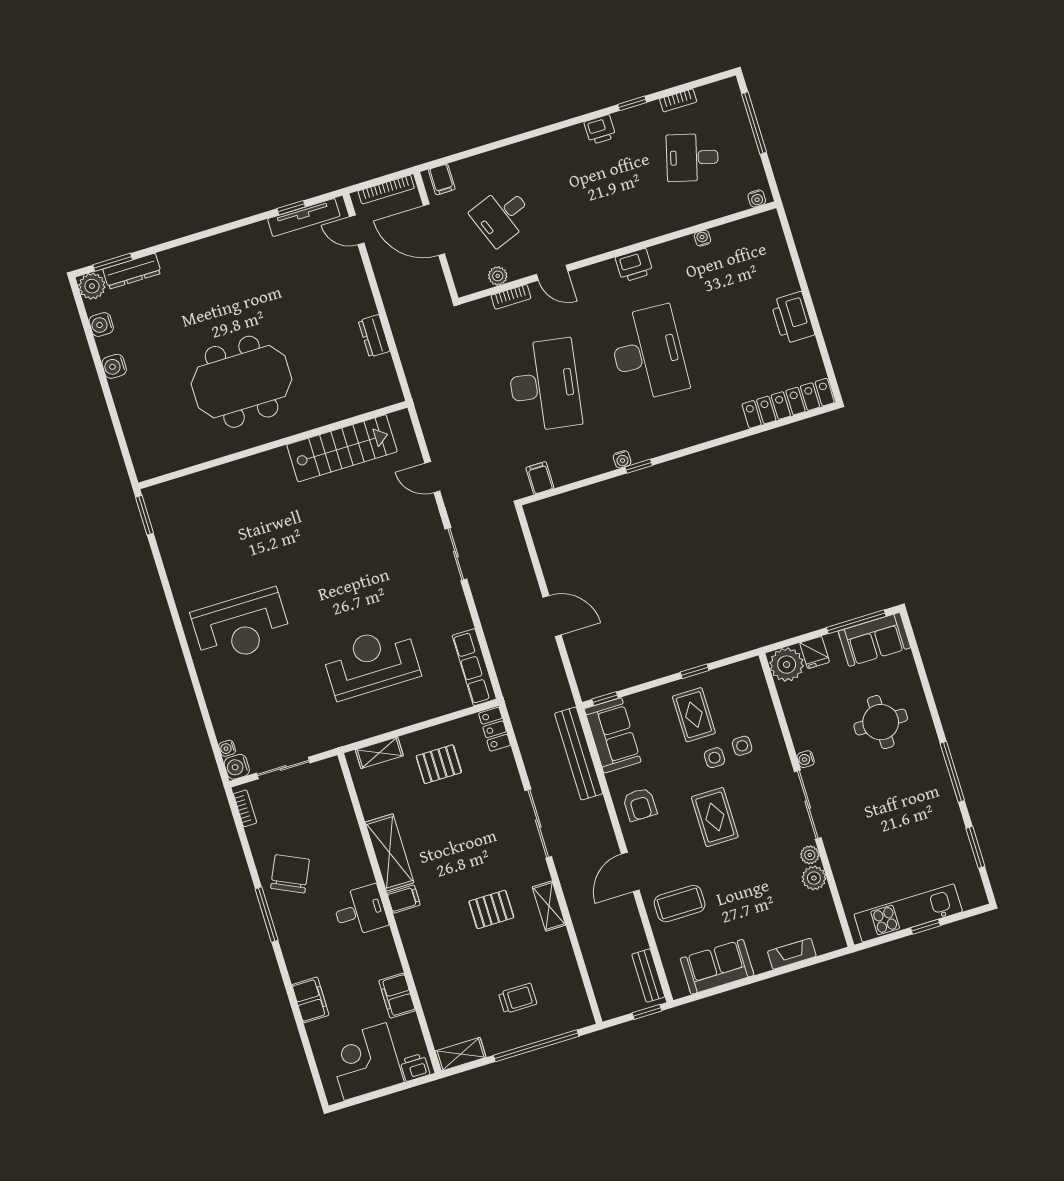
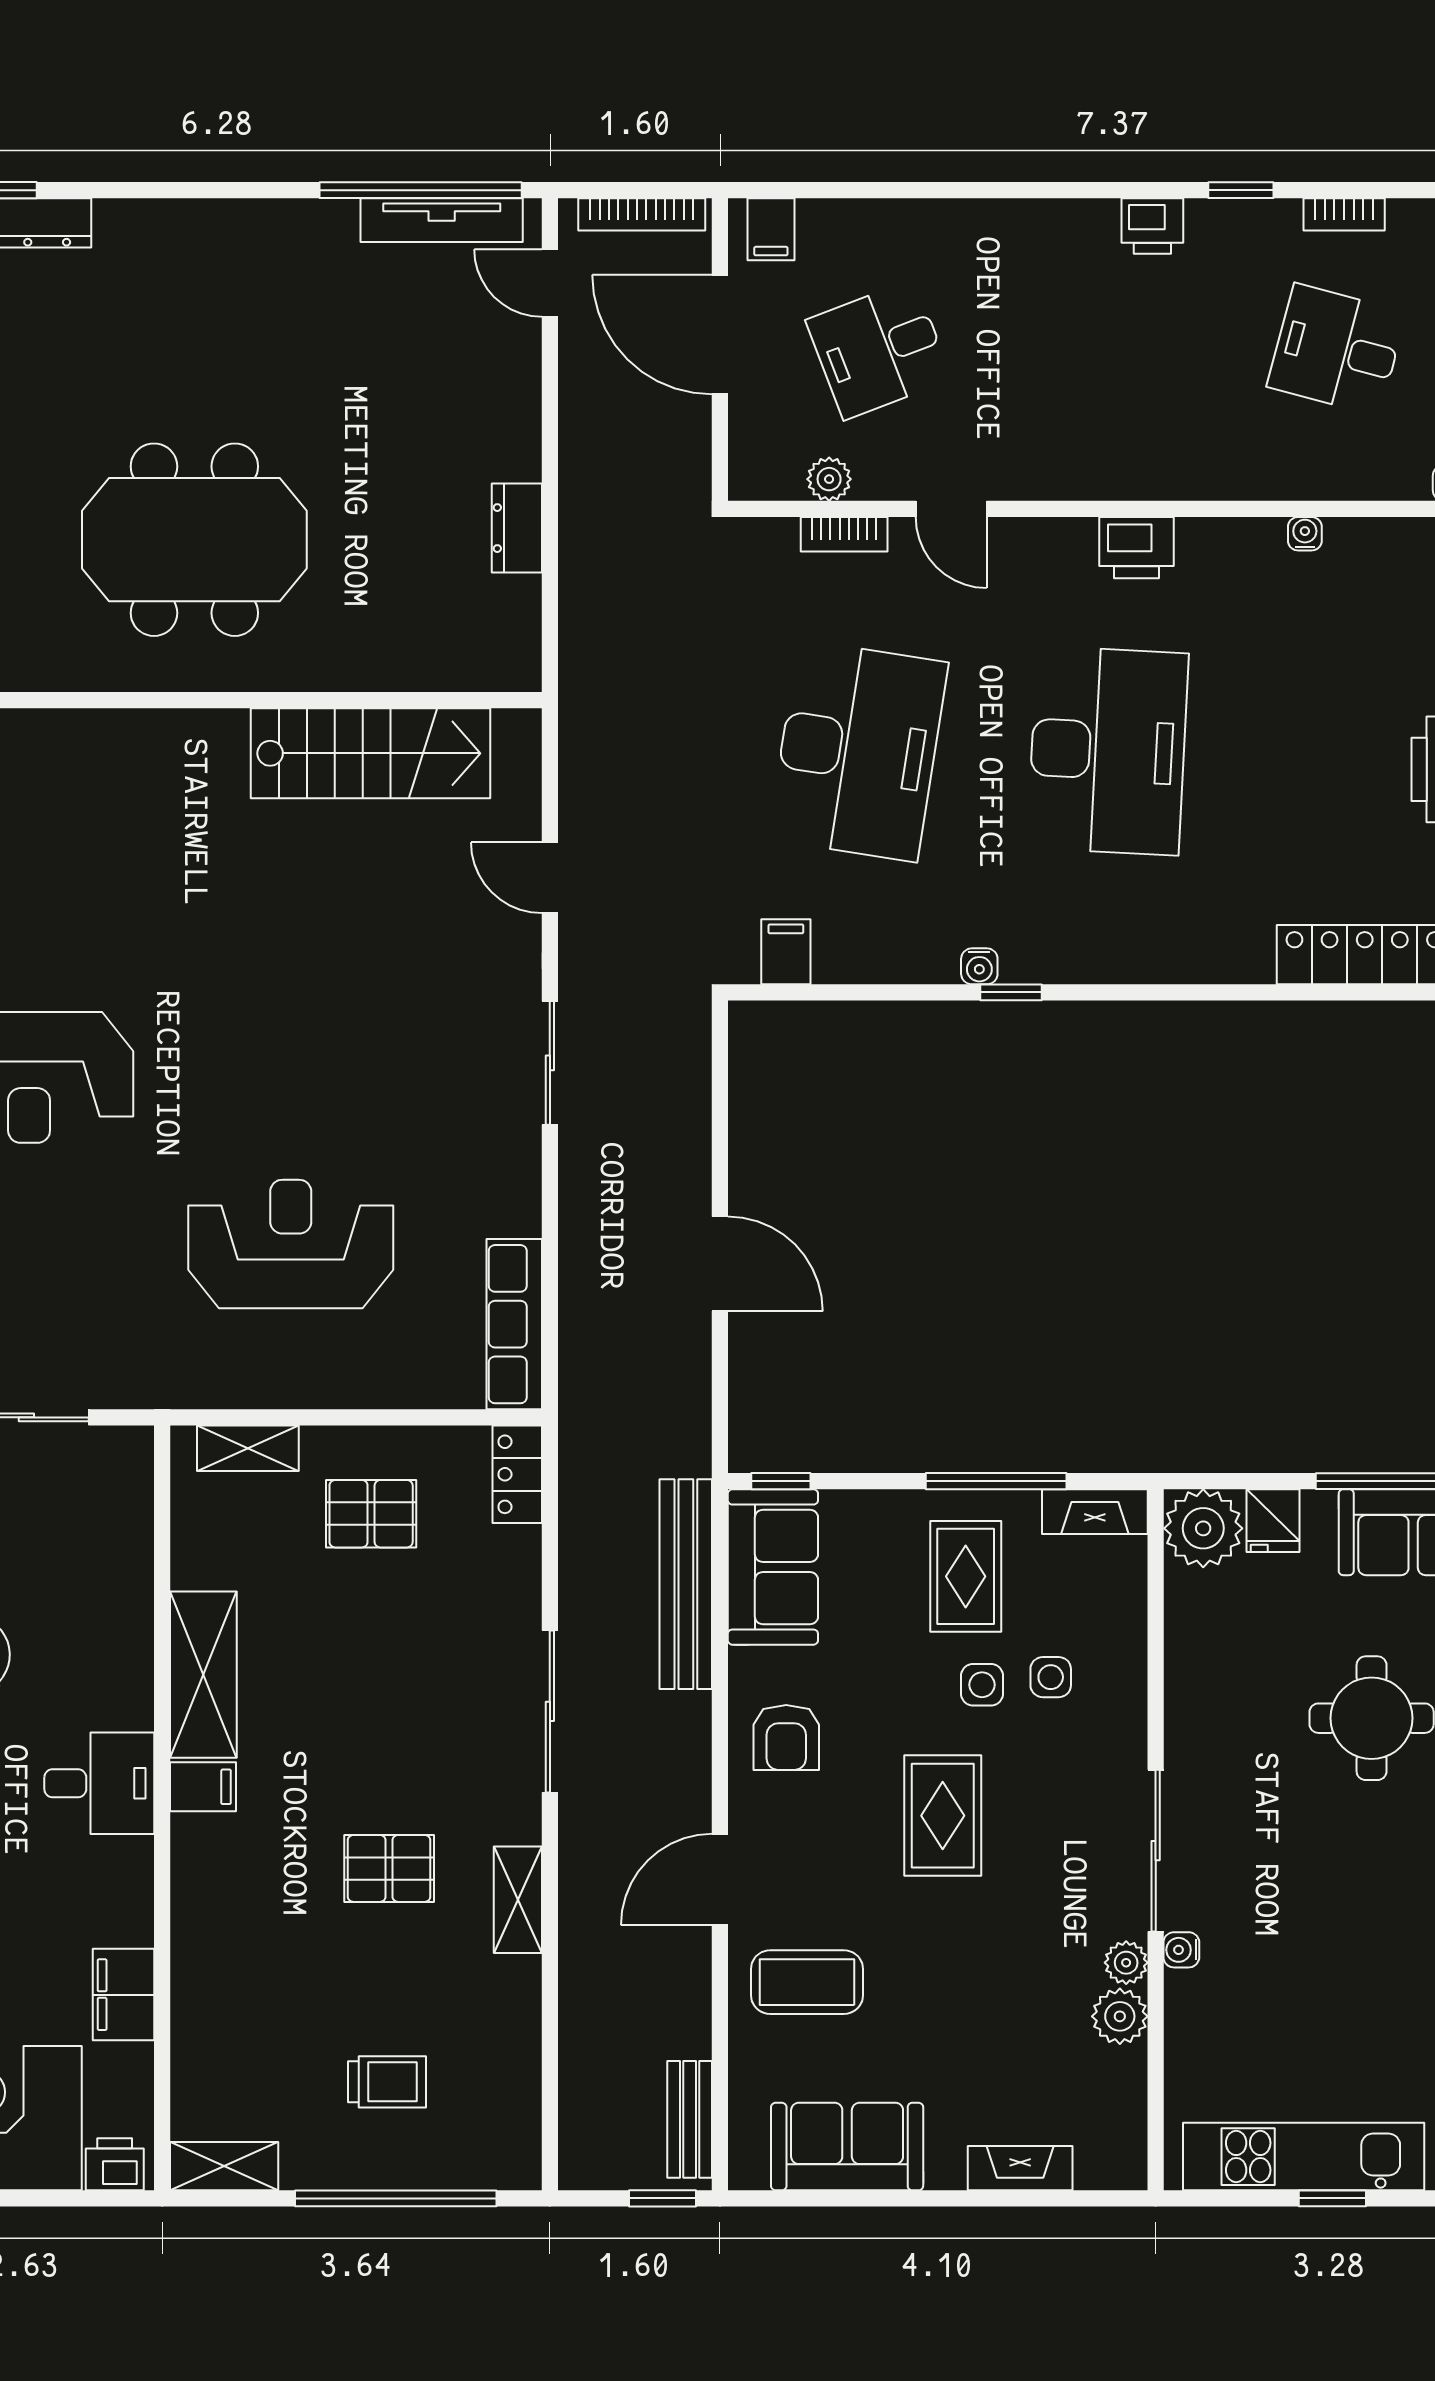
window: (291, 208) -> (421, 190), width x3.17
window: (695, 671) -> (996, 1481), width x2.17
fireplace: (739, 671) -> (1095, 1512), added
water cooler: (806, 759) -> (1181, 1950), moved

